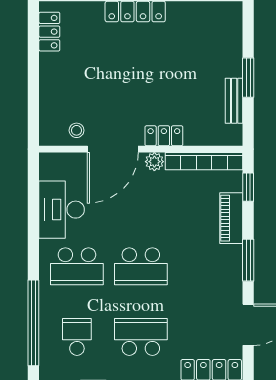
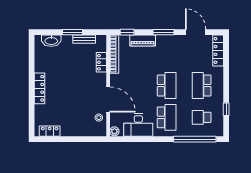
washbasin: (231, 35) -> (51, 41), added
locker: (164, 136) -> (101, 62), moved
plant: (154, 162) -> (114, 131), moved

